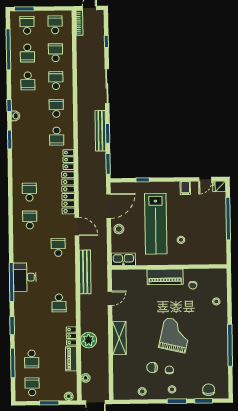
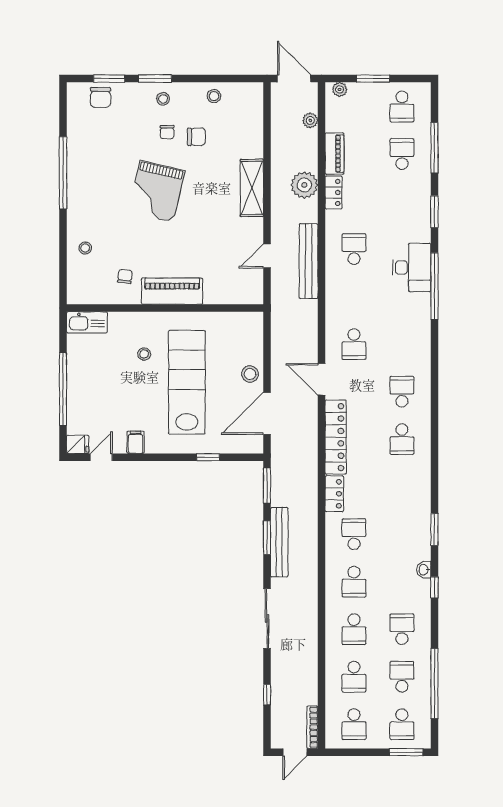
school desk: (30, 220) -> (402, 392), turned 180
kitchen sink: (123, 259) -> (87, 322), moved
bench: (85, 272) -> (309, 261), moved
desk: (25, 277) -> (412, 267), moved

